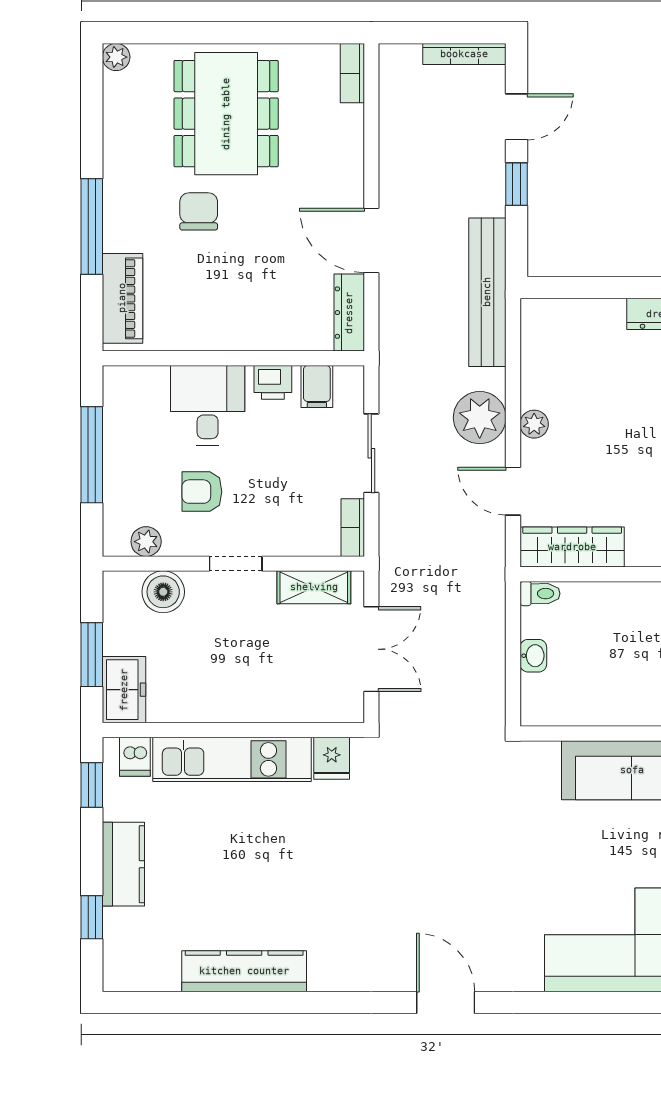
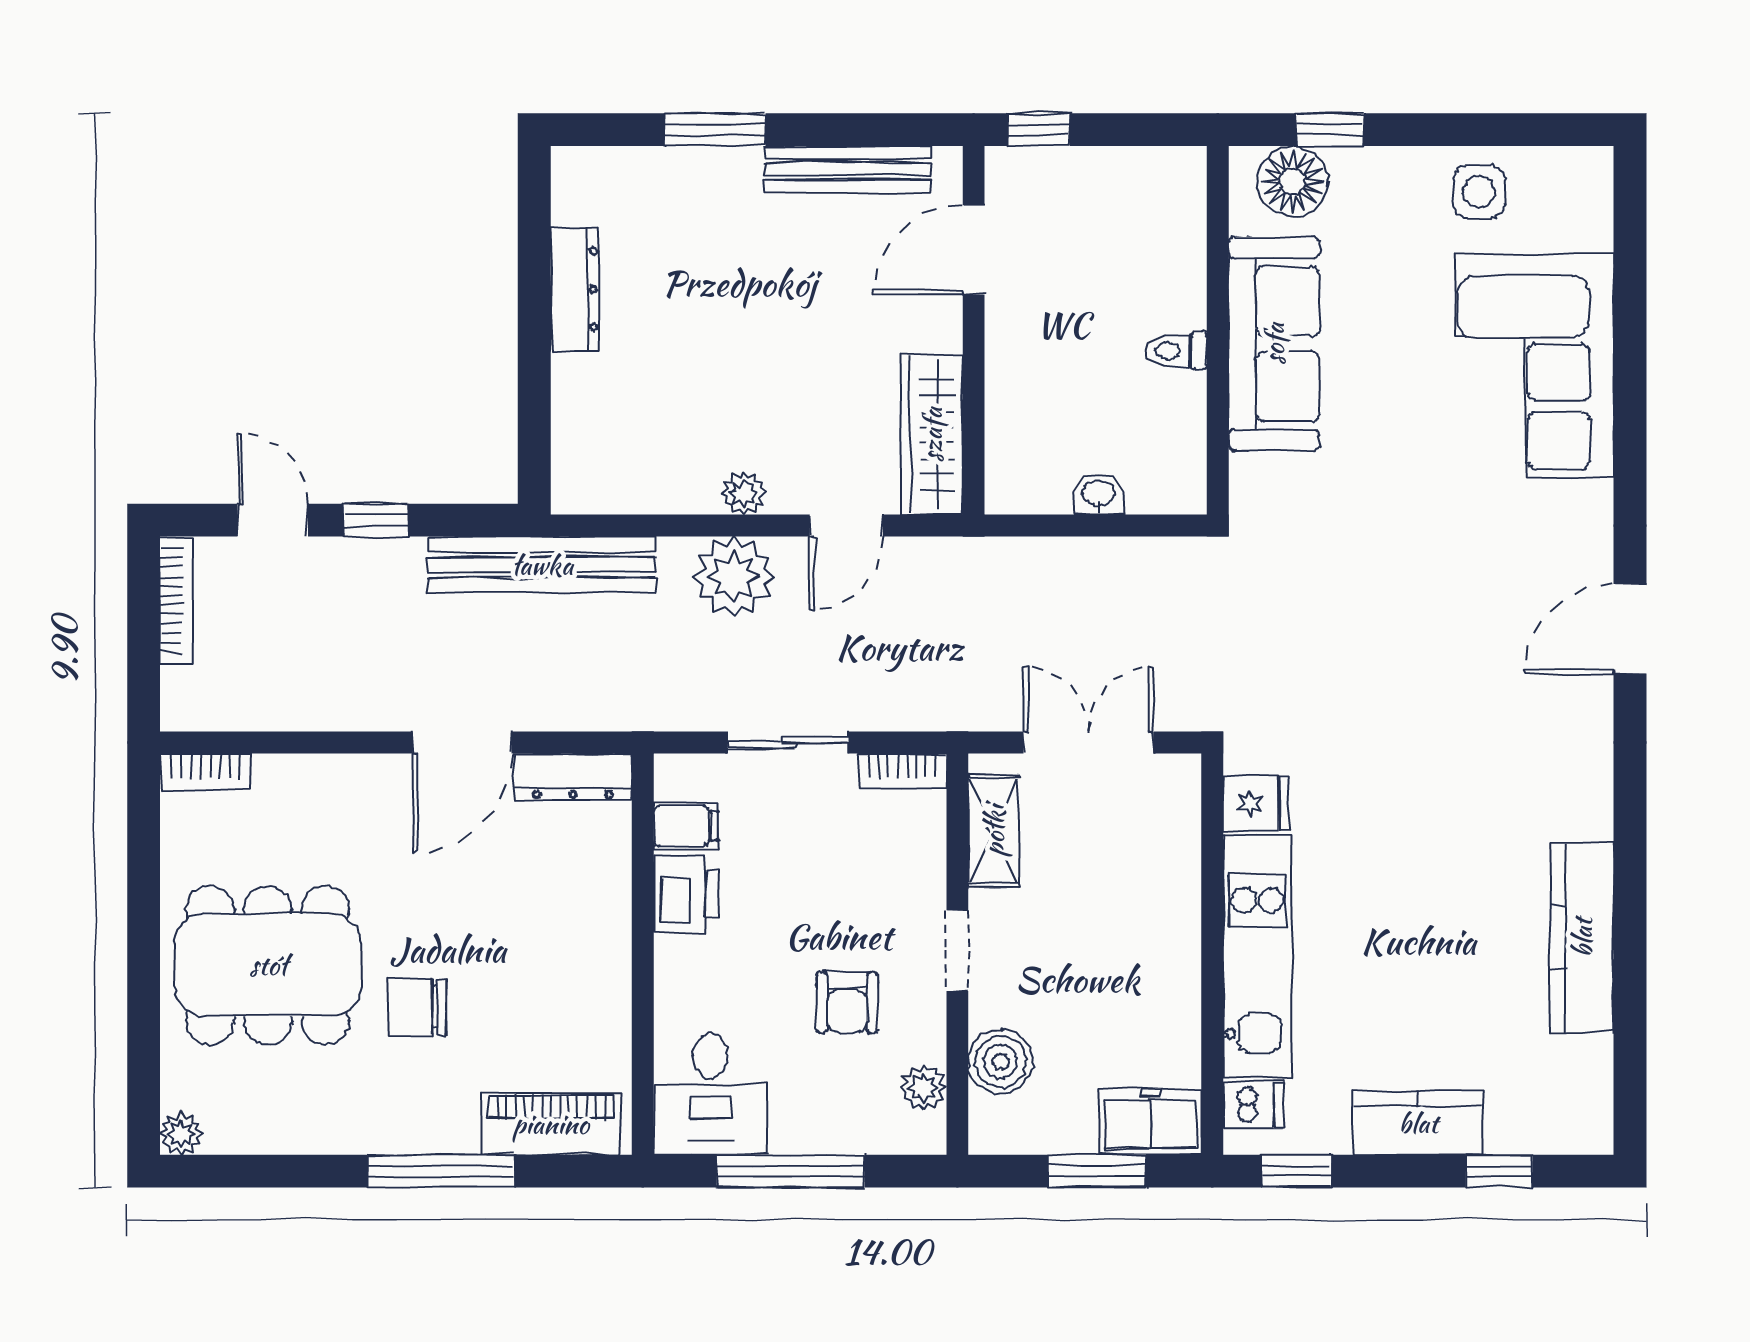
printer: (273, 382) -> (686, 894), width x1.36, depth x1.24
desk: (208, 405) -> (710, 1094), moved, turned -90
toilet: (540, 594) -> (1176, 351), moved, turned -90

